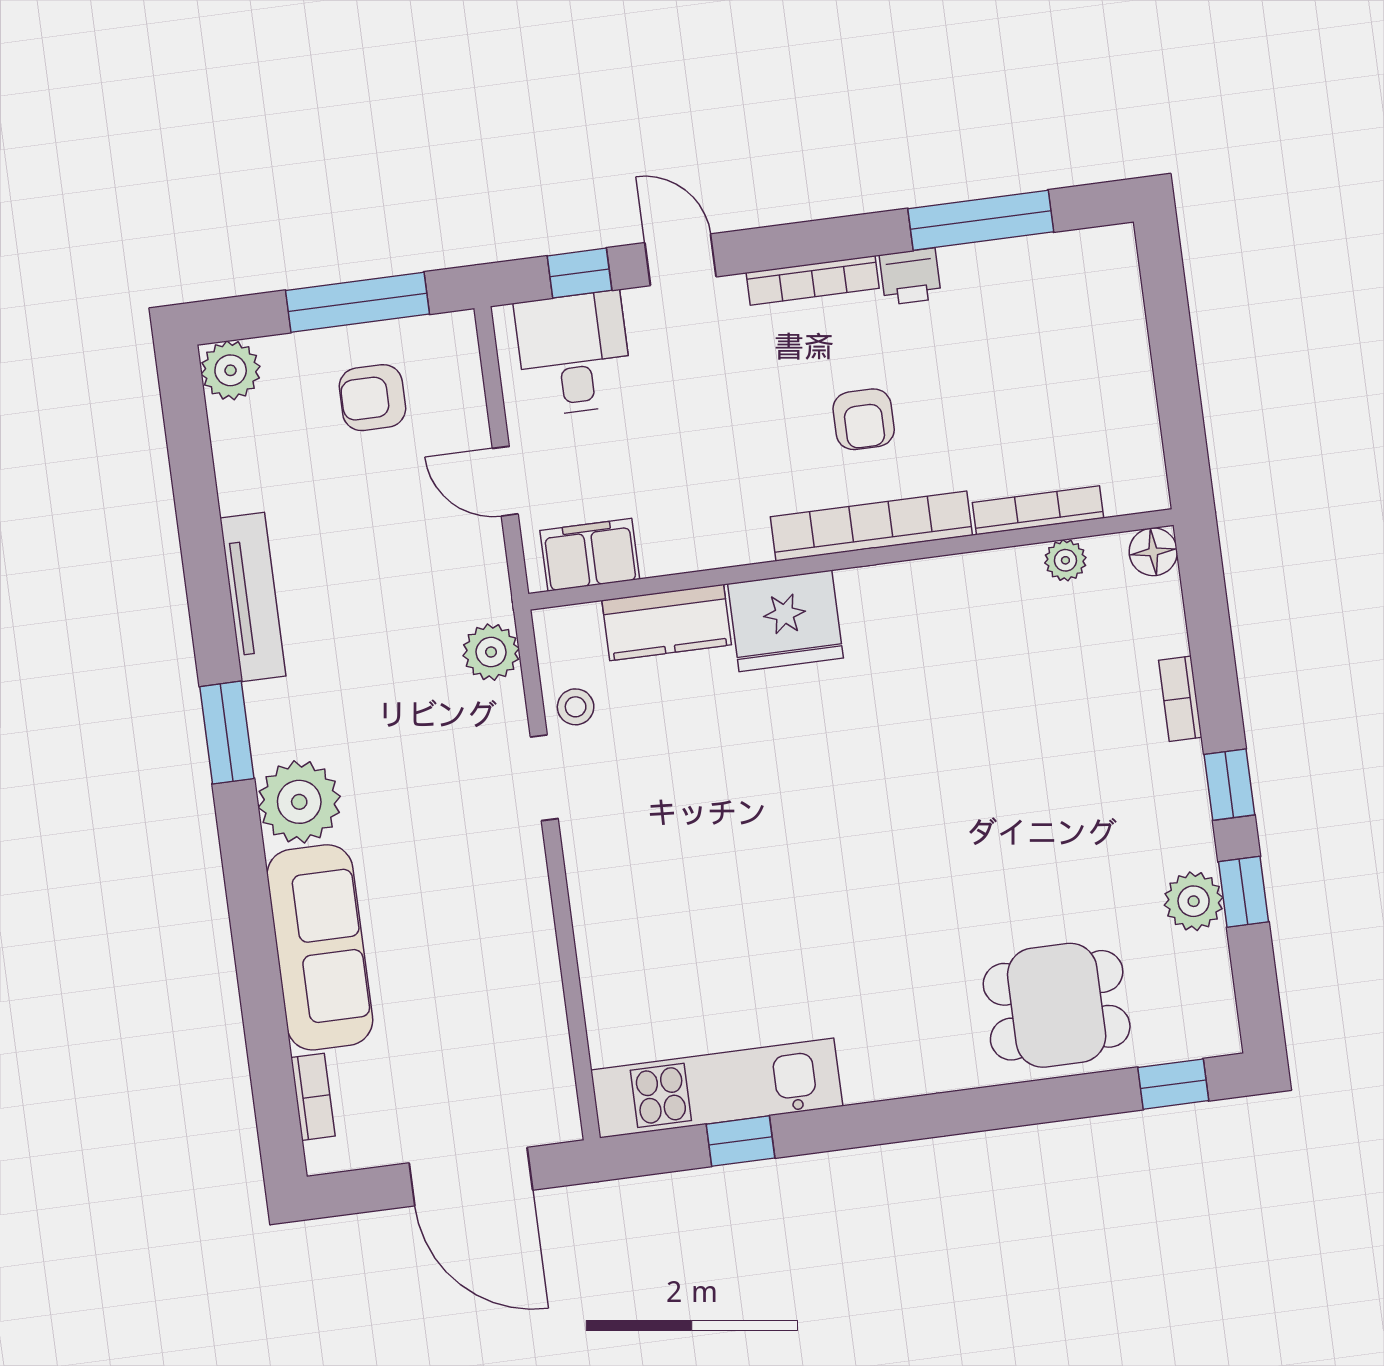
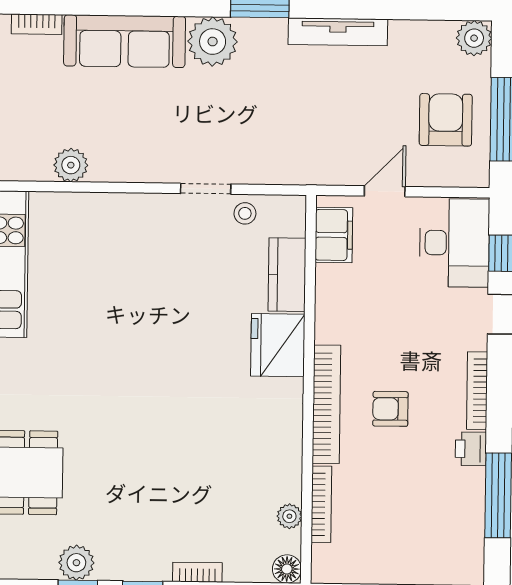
desk: (574, 353) -> (454, 243), width x1.37
armchair: (372, 398) -> (446, 120), width x1.38, depth x1.38
plant: (491, 652) -> (71, 165), moved

